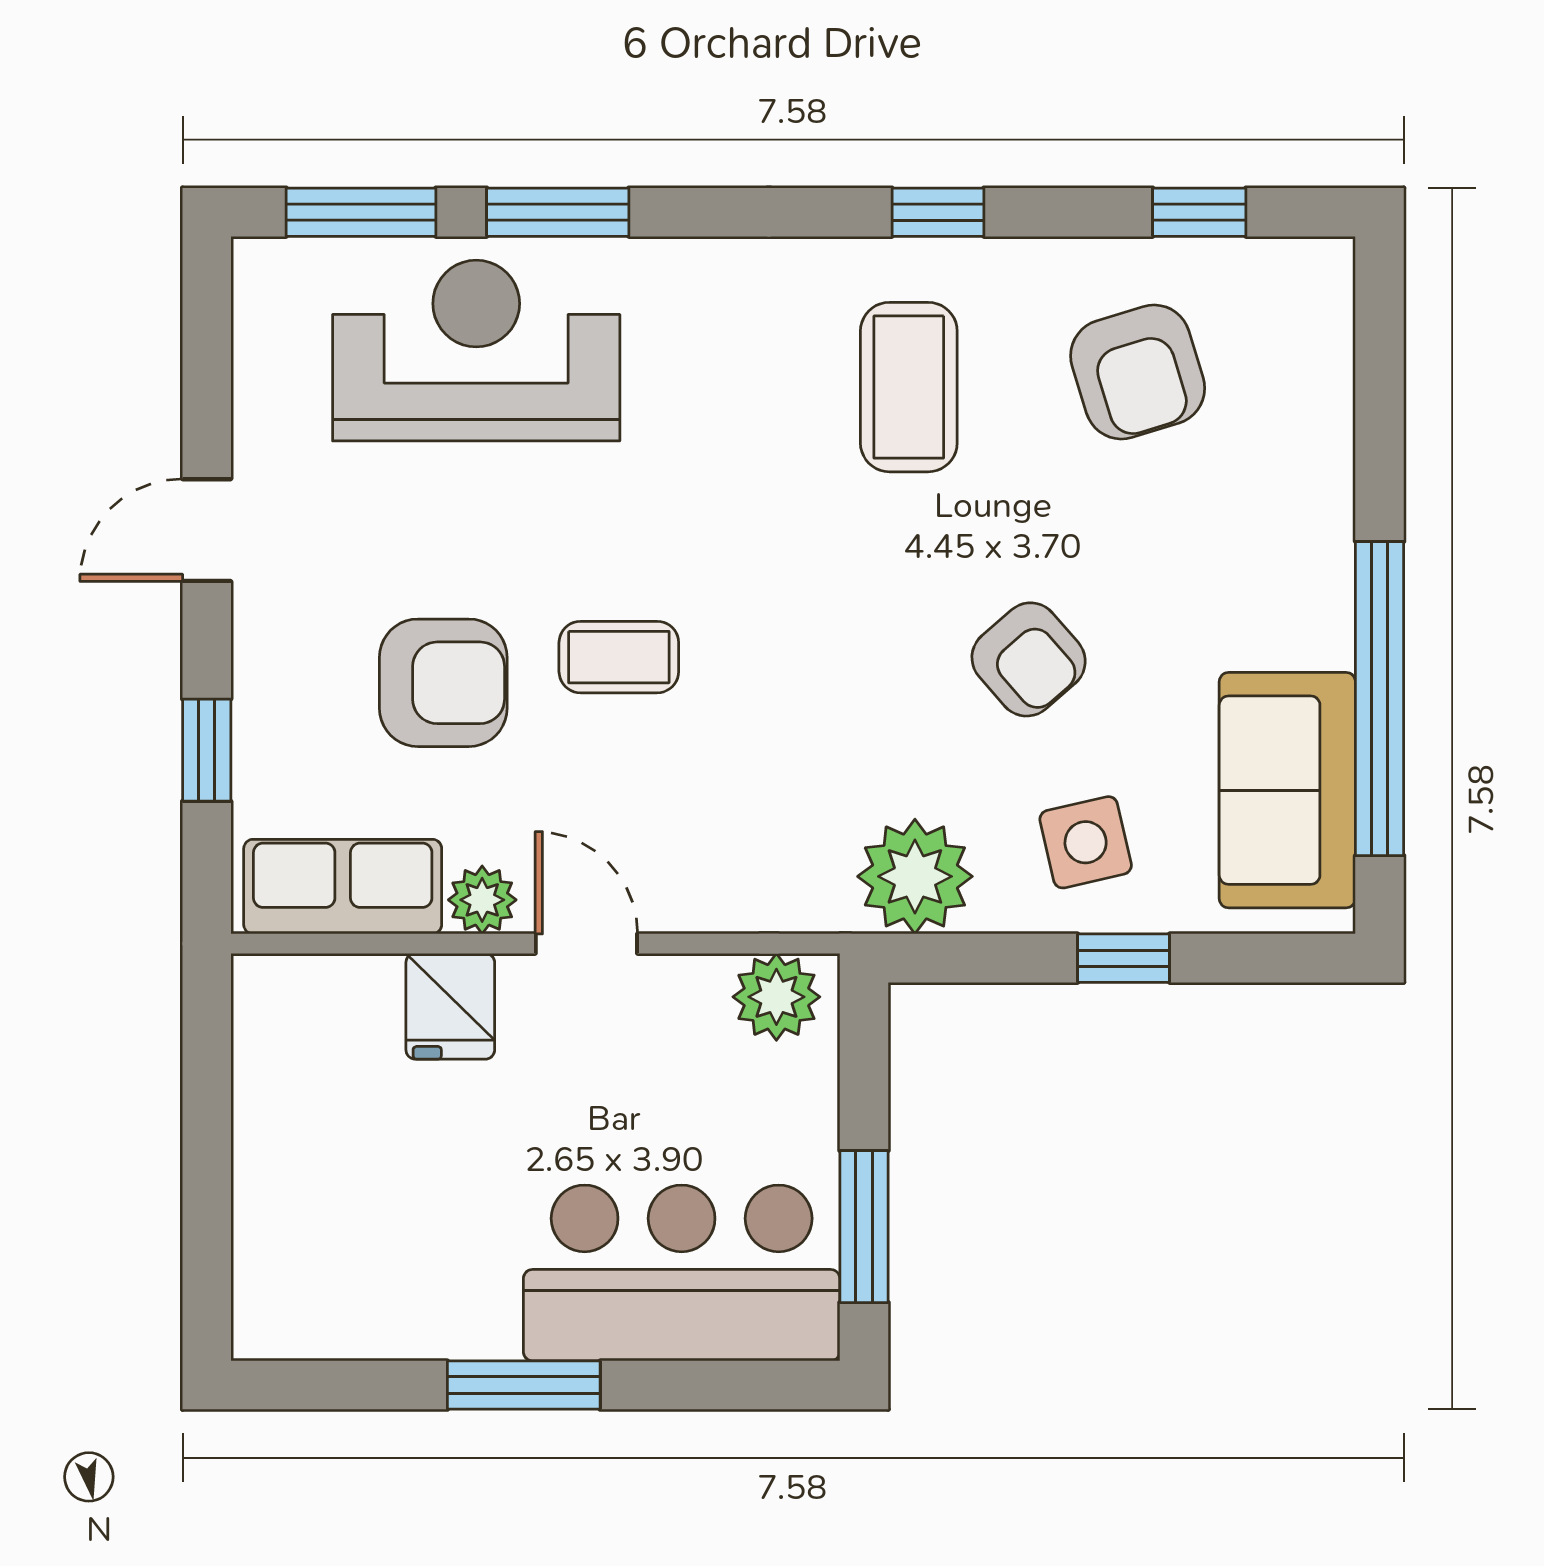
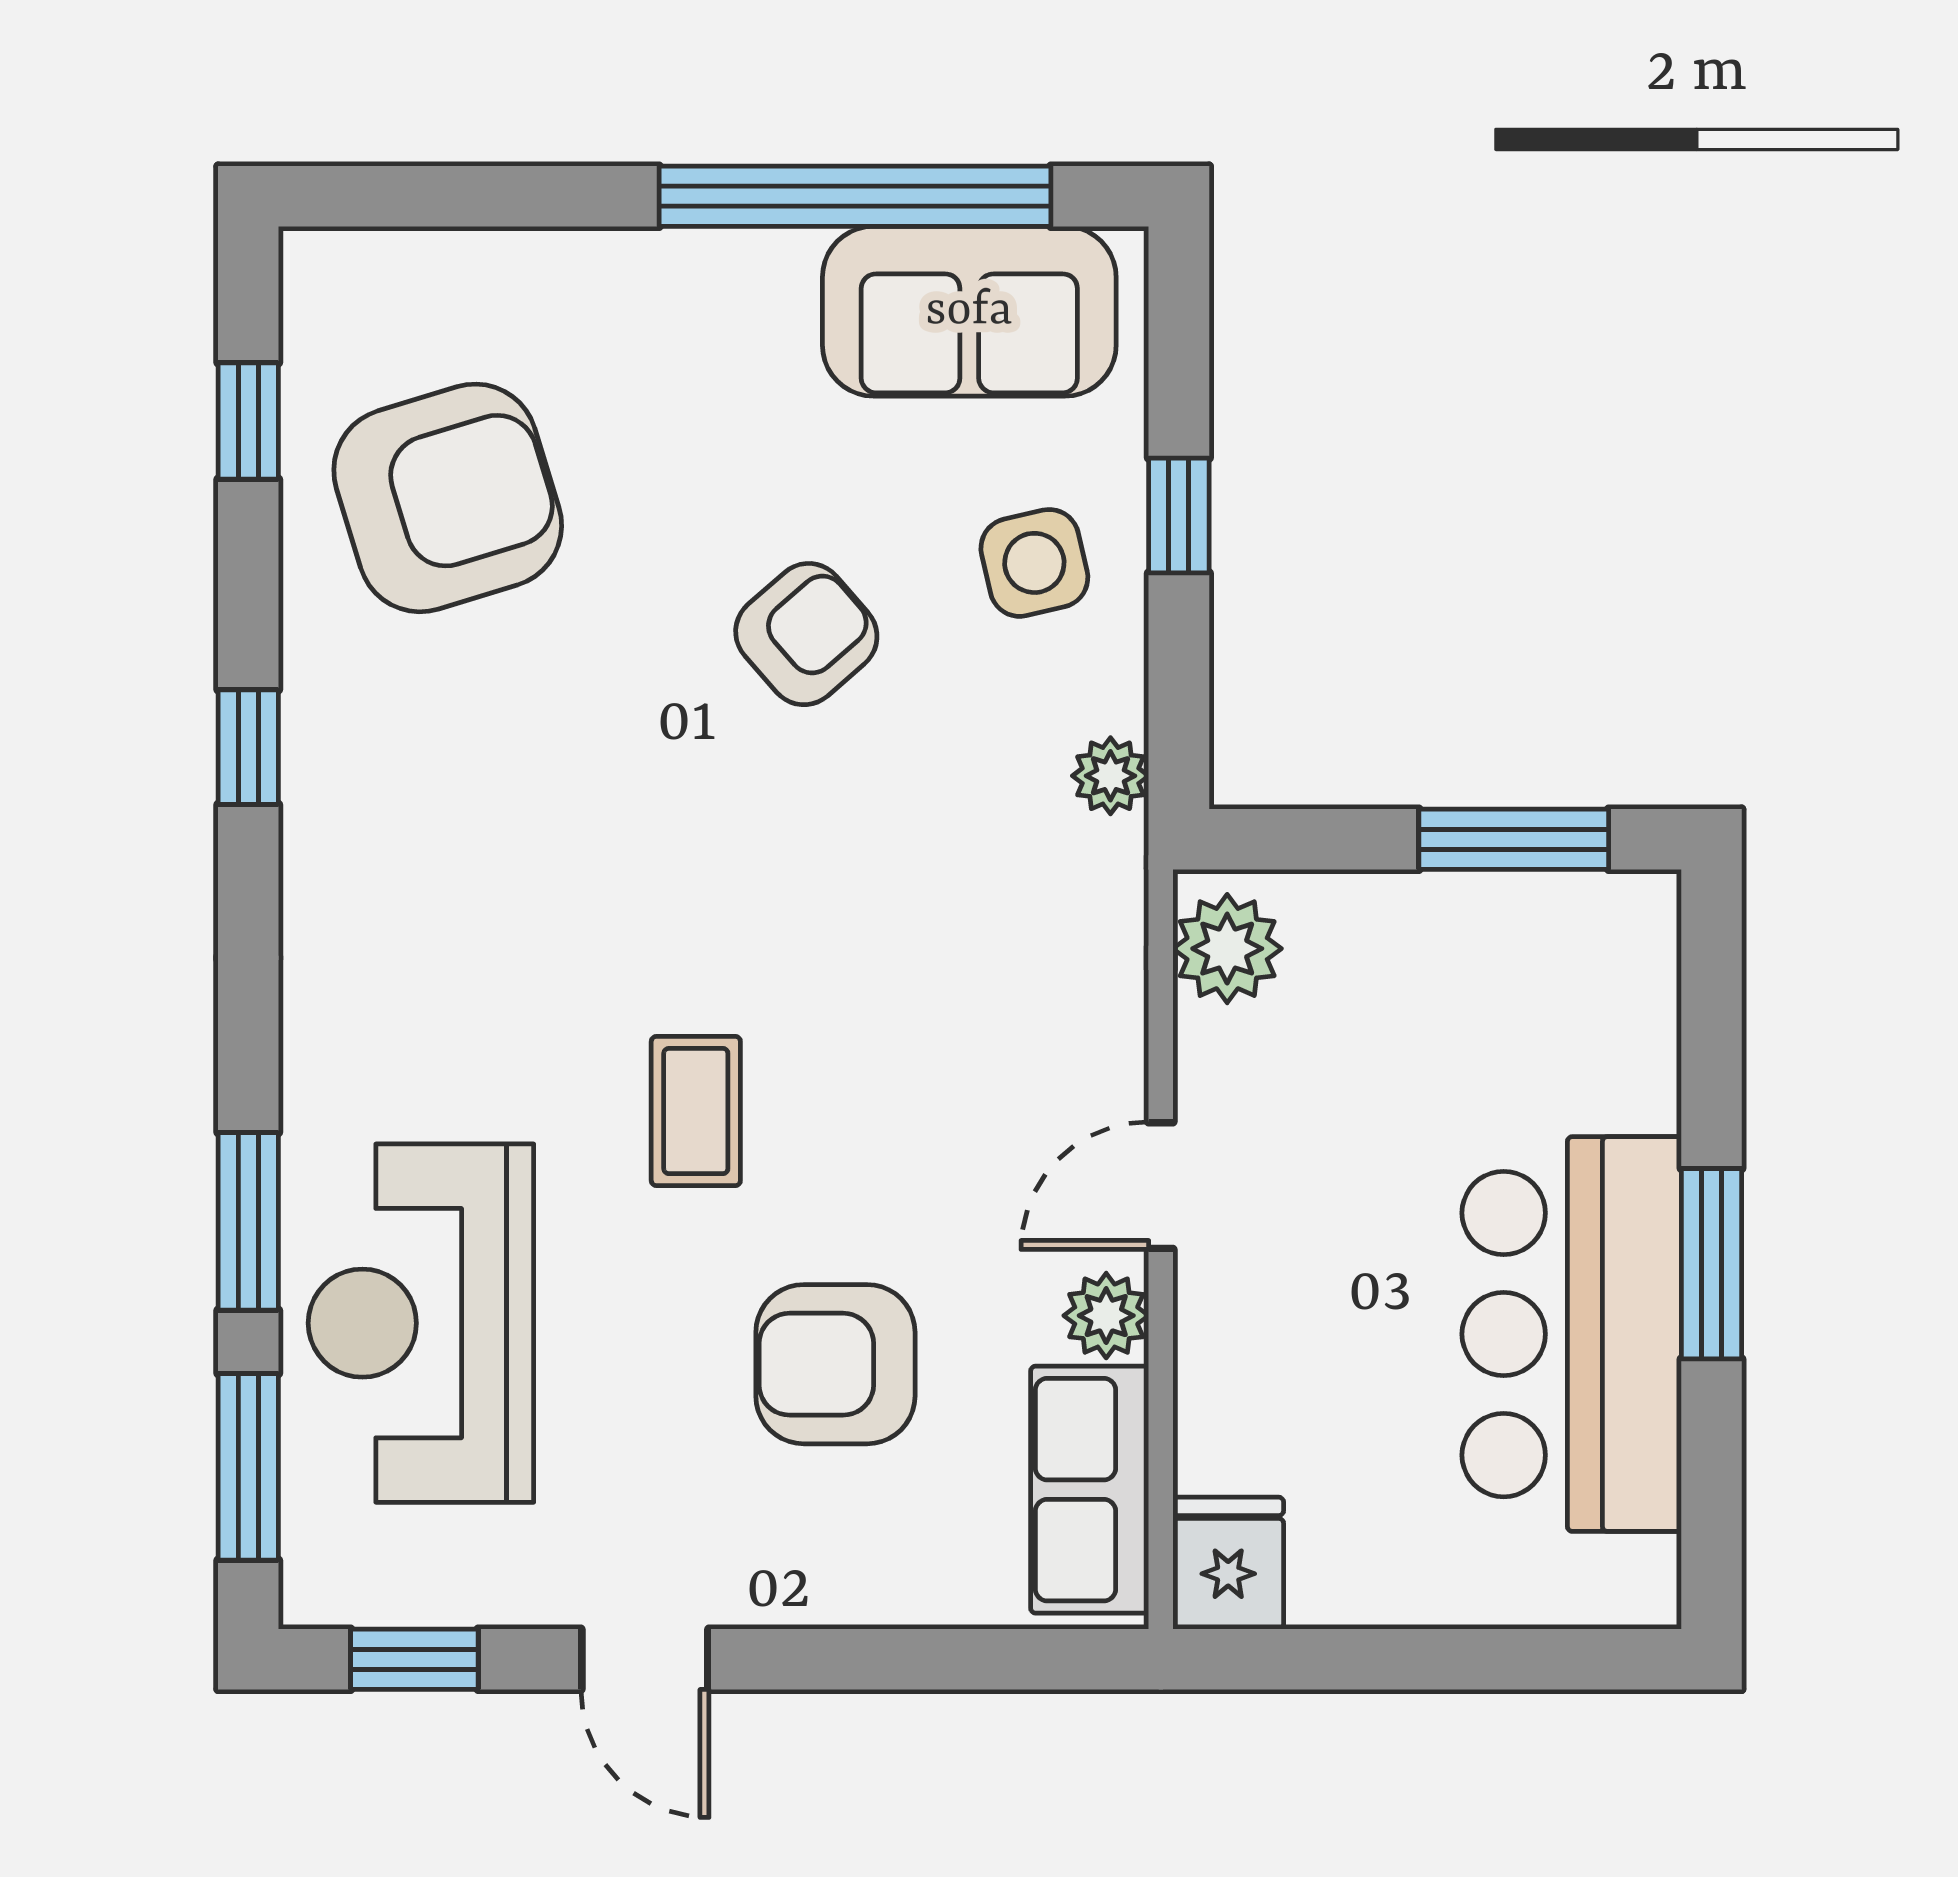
armchair: (1138, 372) -> (448, 498), width x1.36, depth x1.36
coffee table: (909, 387) -> (466, 783), removed
coffee table: (619, 657) -> (696, 1111), moved
armchair: (443, 683) -> (835, 1364), turned -90
window: (207, 750) -> (414, 1659), moved
plant: (915, 876) -> (1110, 776), width x0.53, depth x0.53
fridge: (450, 1006) -> (1228, 1563), moved, turned -90
bar counter: (682, 1273) -> (1572, 1334), moved

